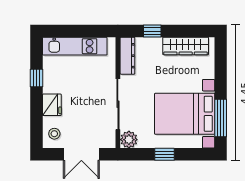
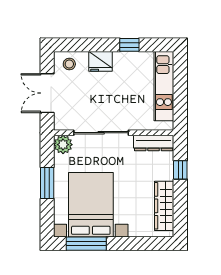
window: (164, 154) -> (47, 183), width x1.50

